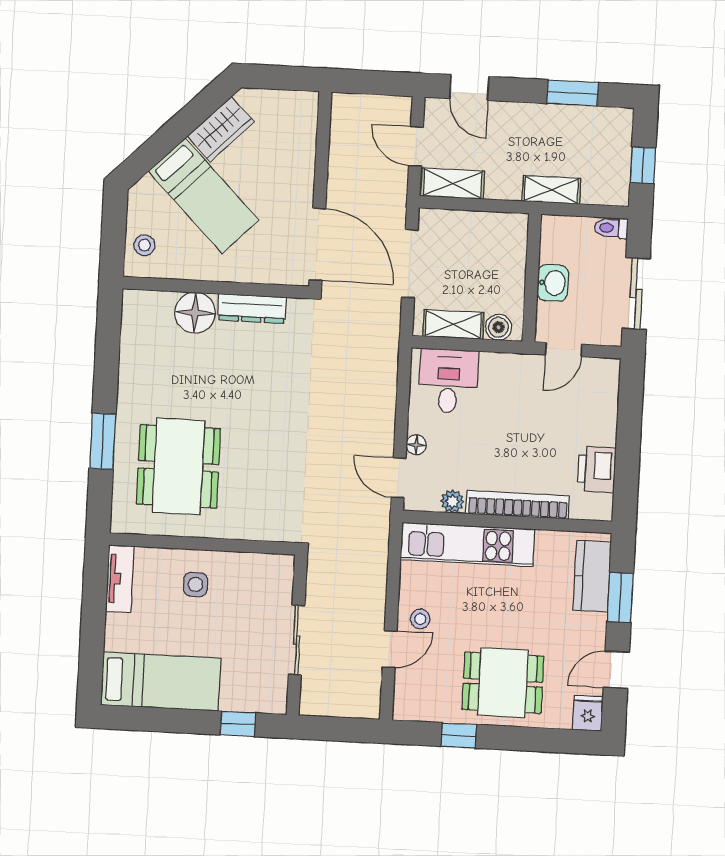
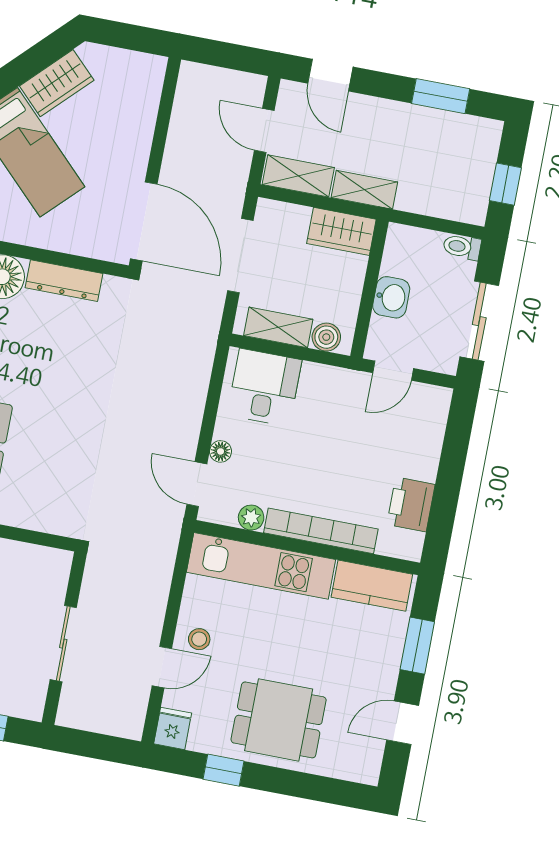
shelving: (551, 190) -> (364, 190), moved
wardrobe: (499, 229) -> (341, 231), added
kitchen counter: (592, 576) -> (372, 586), moved, turned -90
fridge: (588, 713) -> (173, 728), moved

